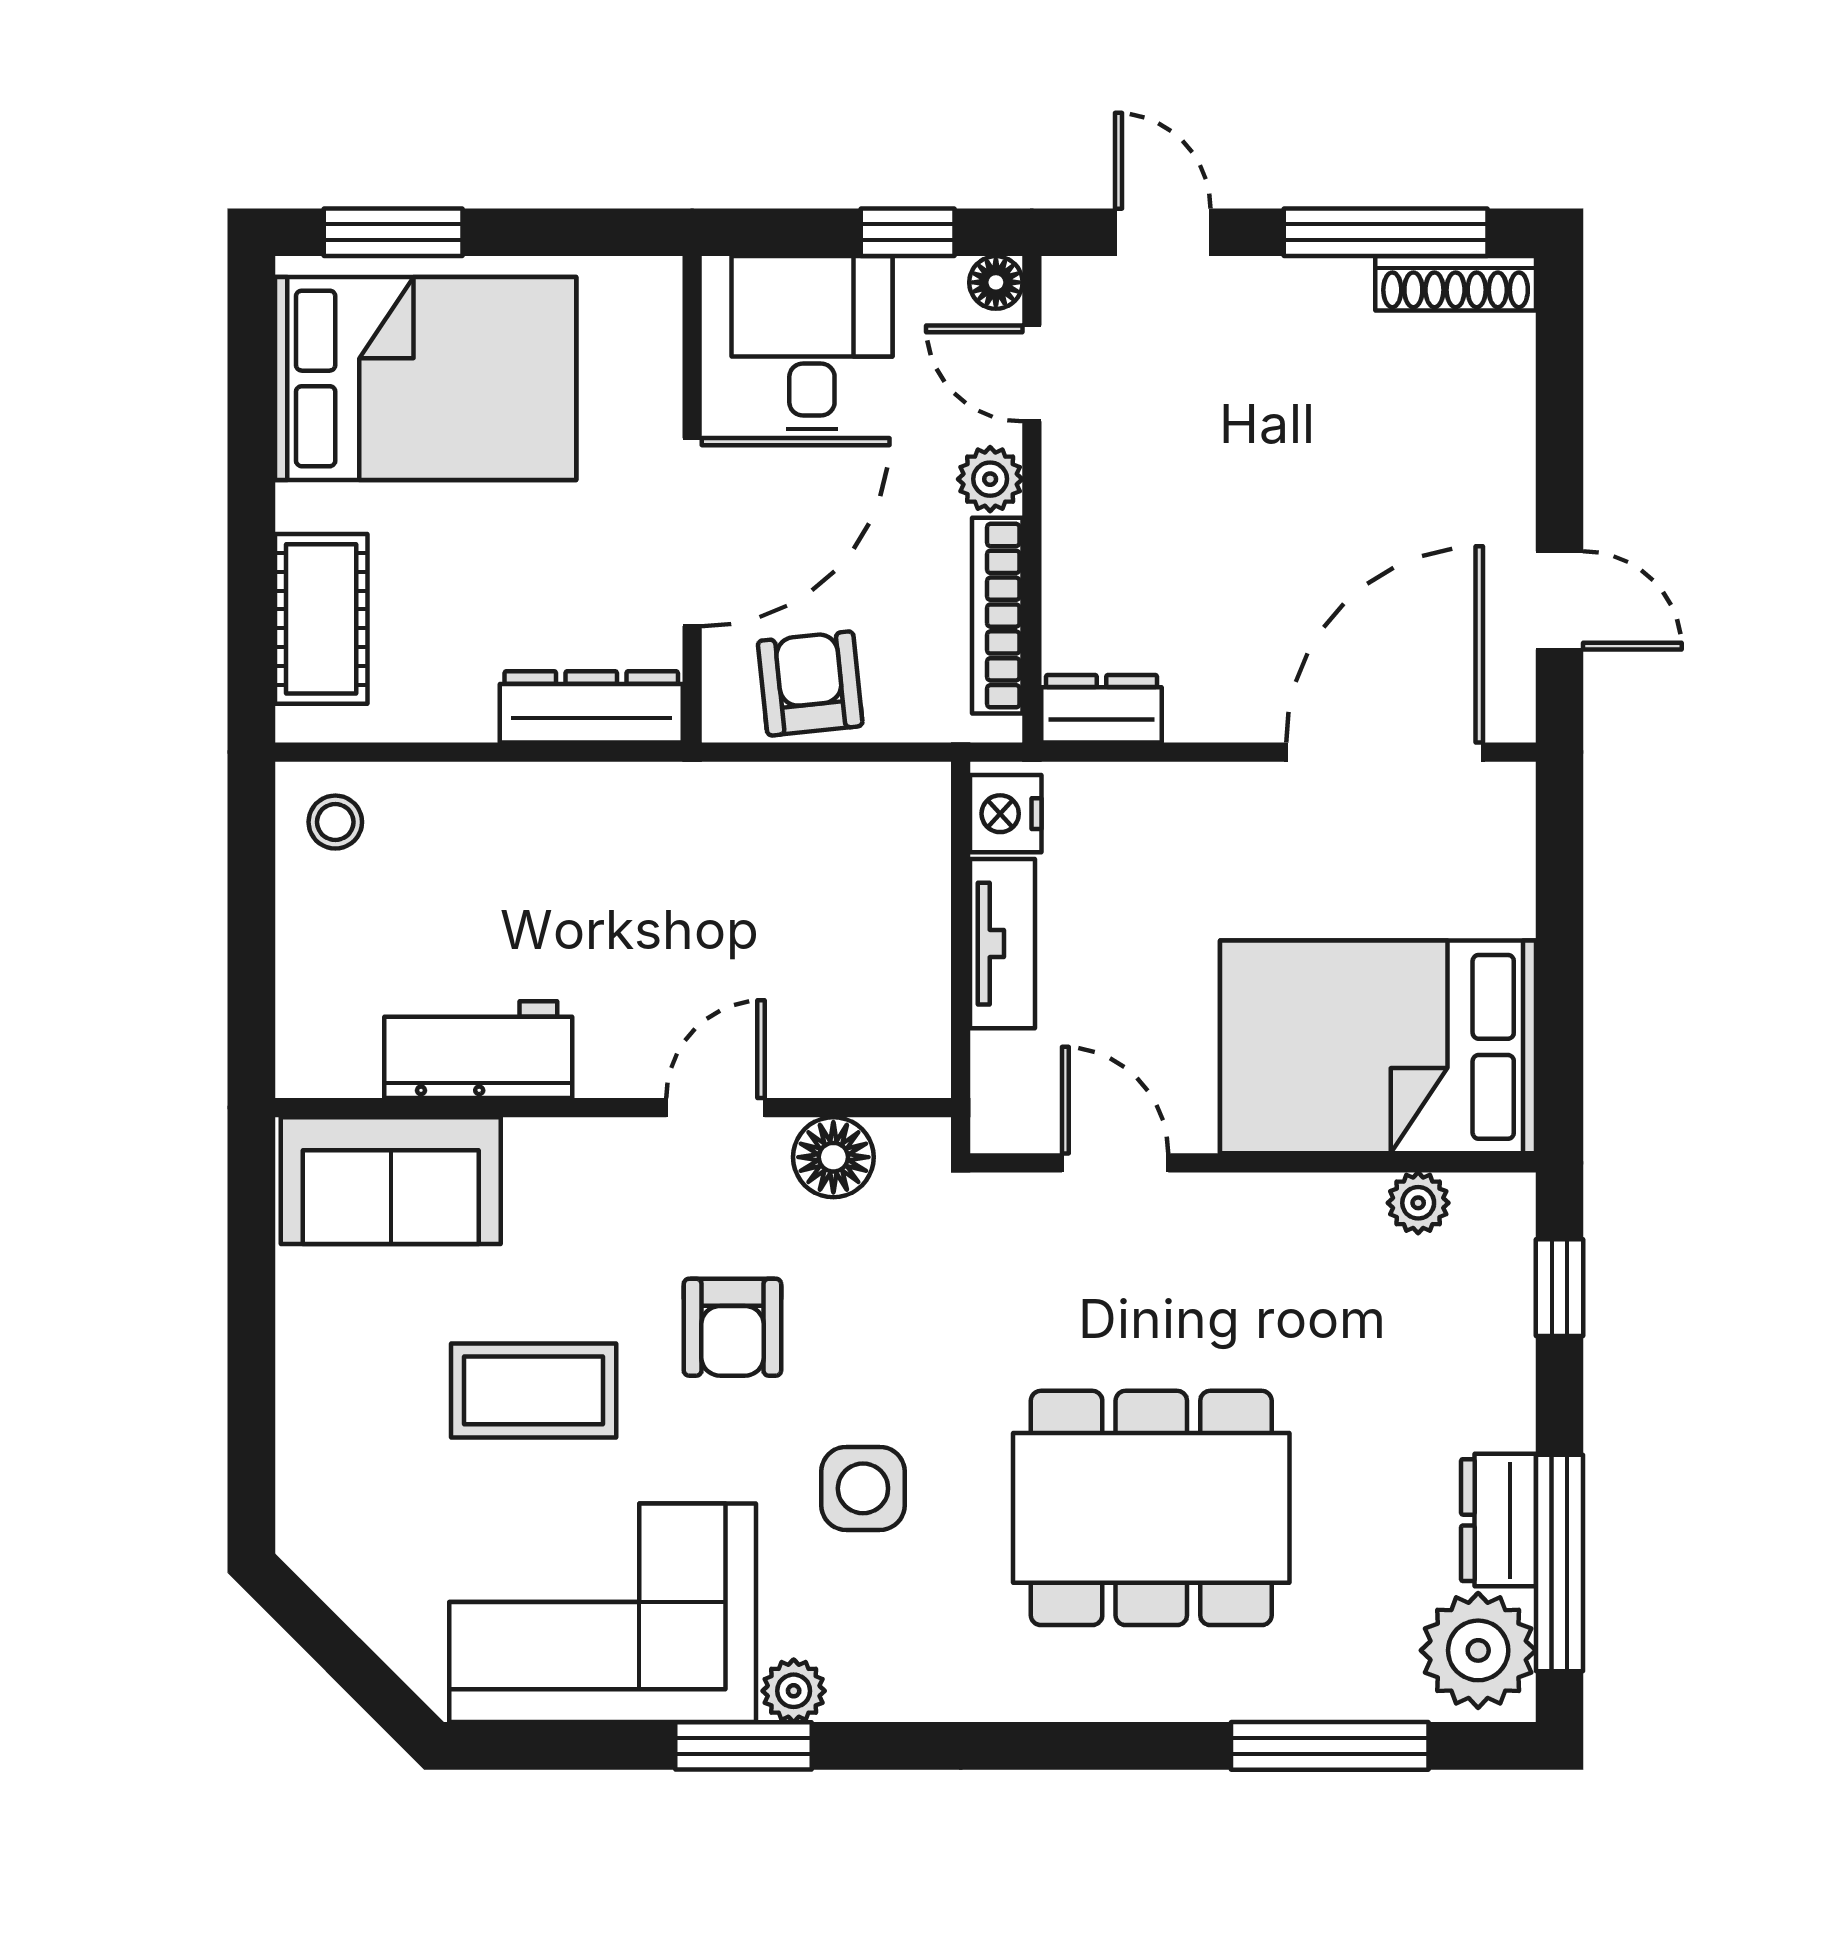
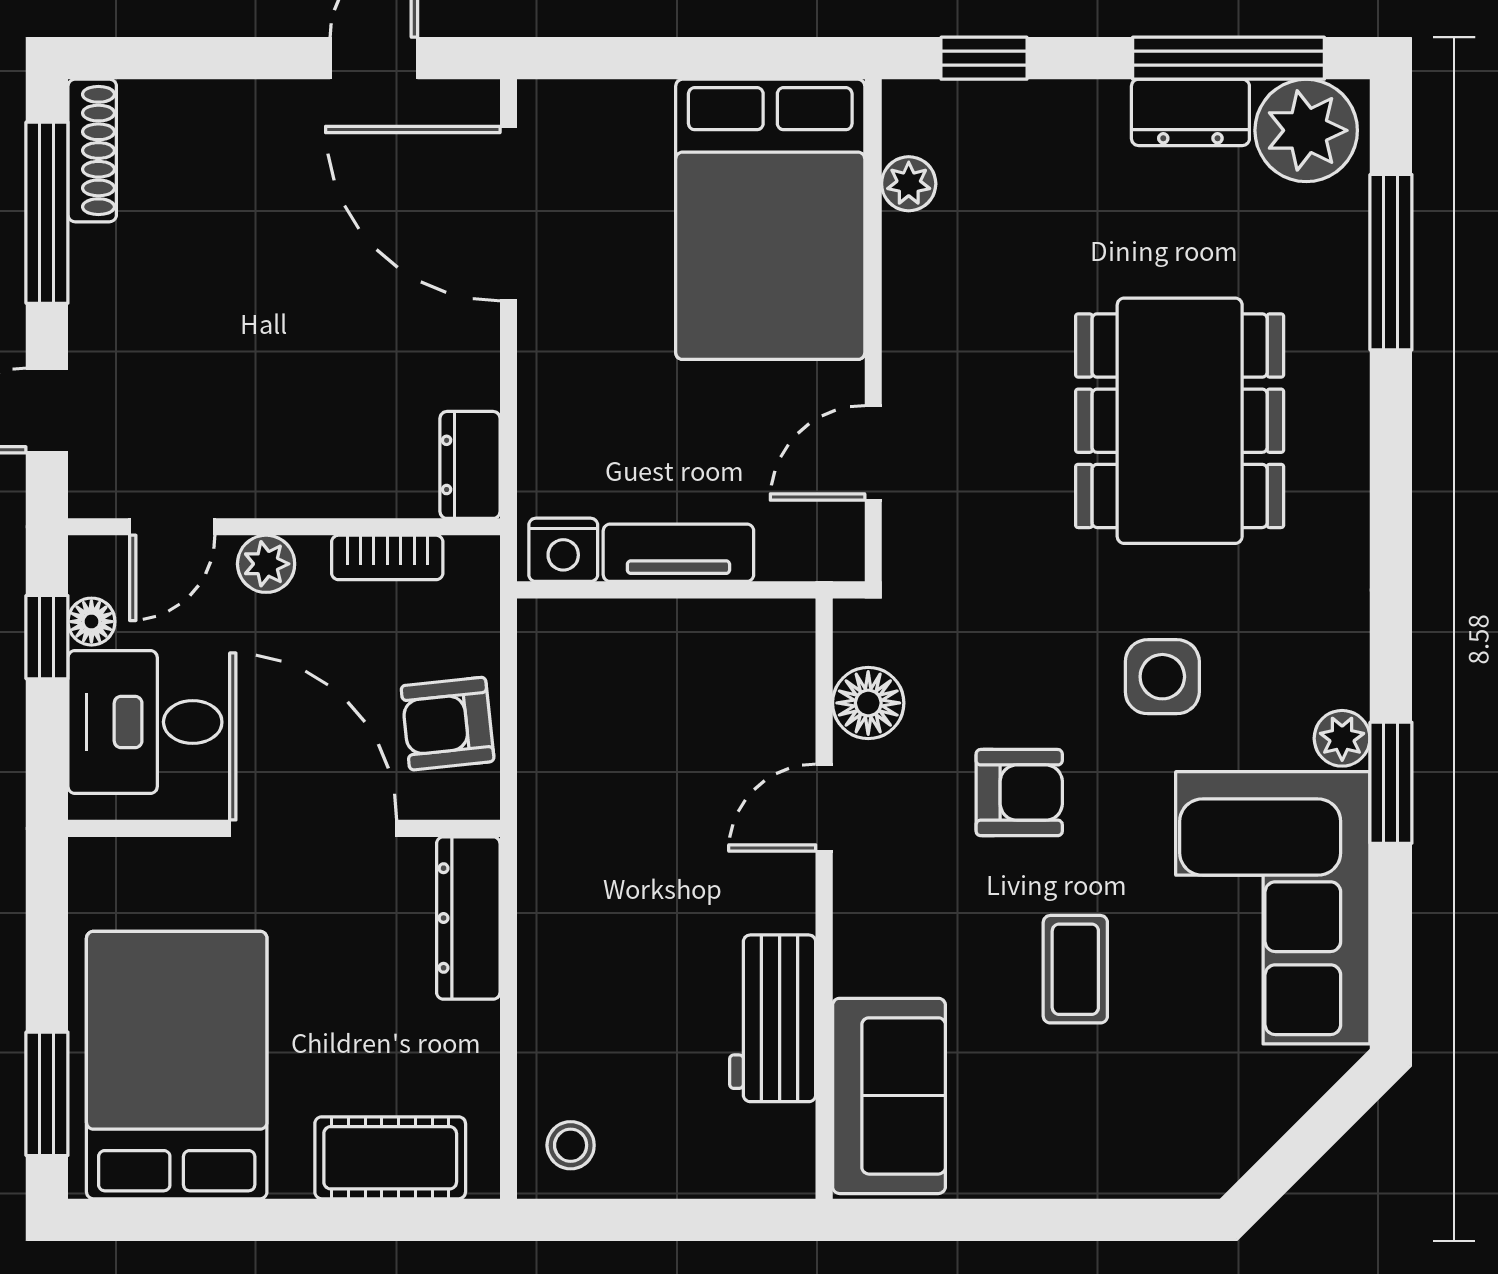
floor lamp: (996, 282) -> (91, 622), moved
bookcase: (997, 616) -> (387, 557), width x0.64
door: (716, 1108) -> (824, 808), hinge flipped
coffee table: (534, 1390) -> (1075, 969), width x0.73, depth x0.77

